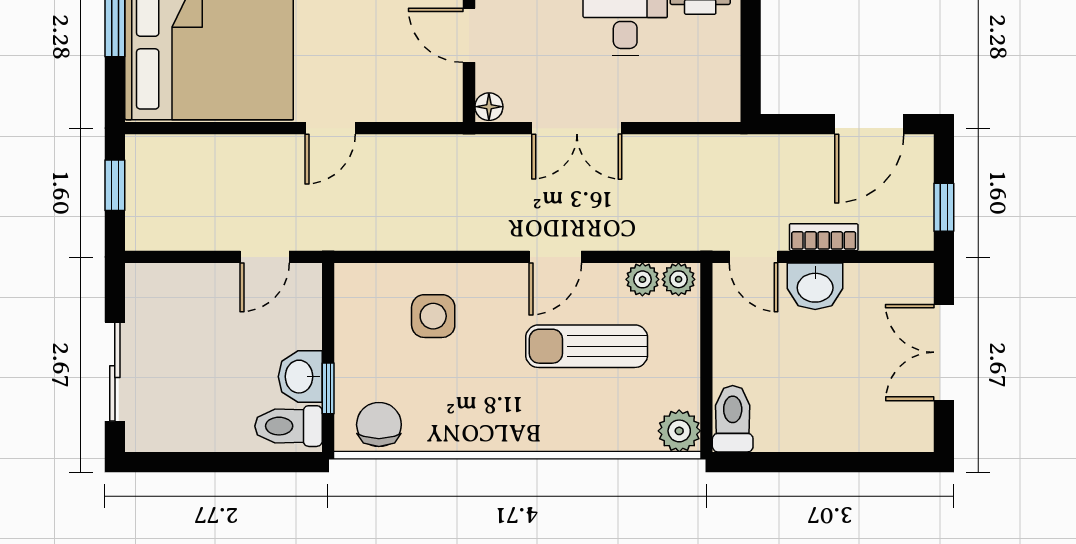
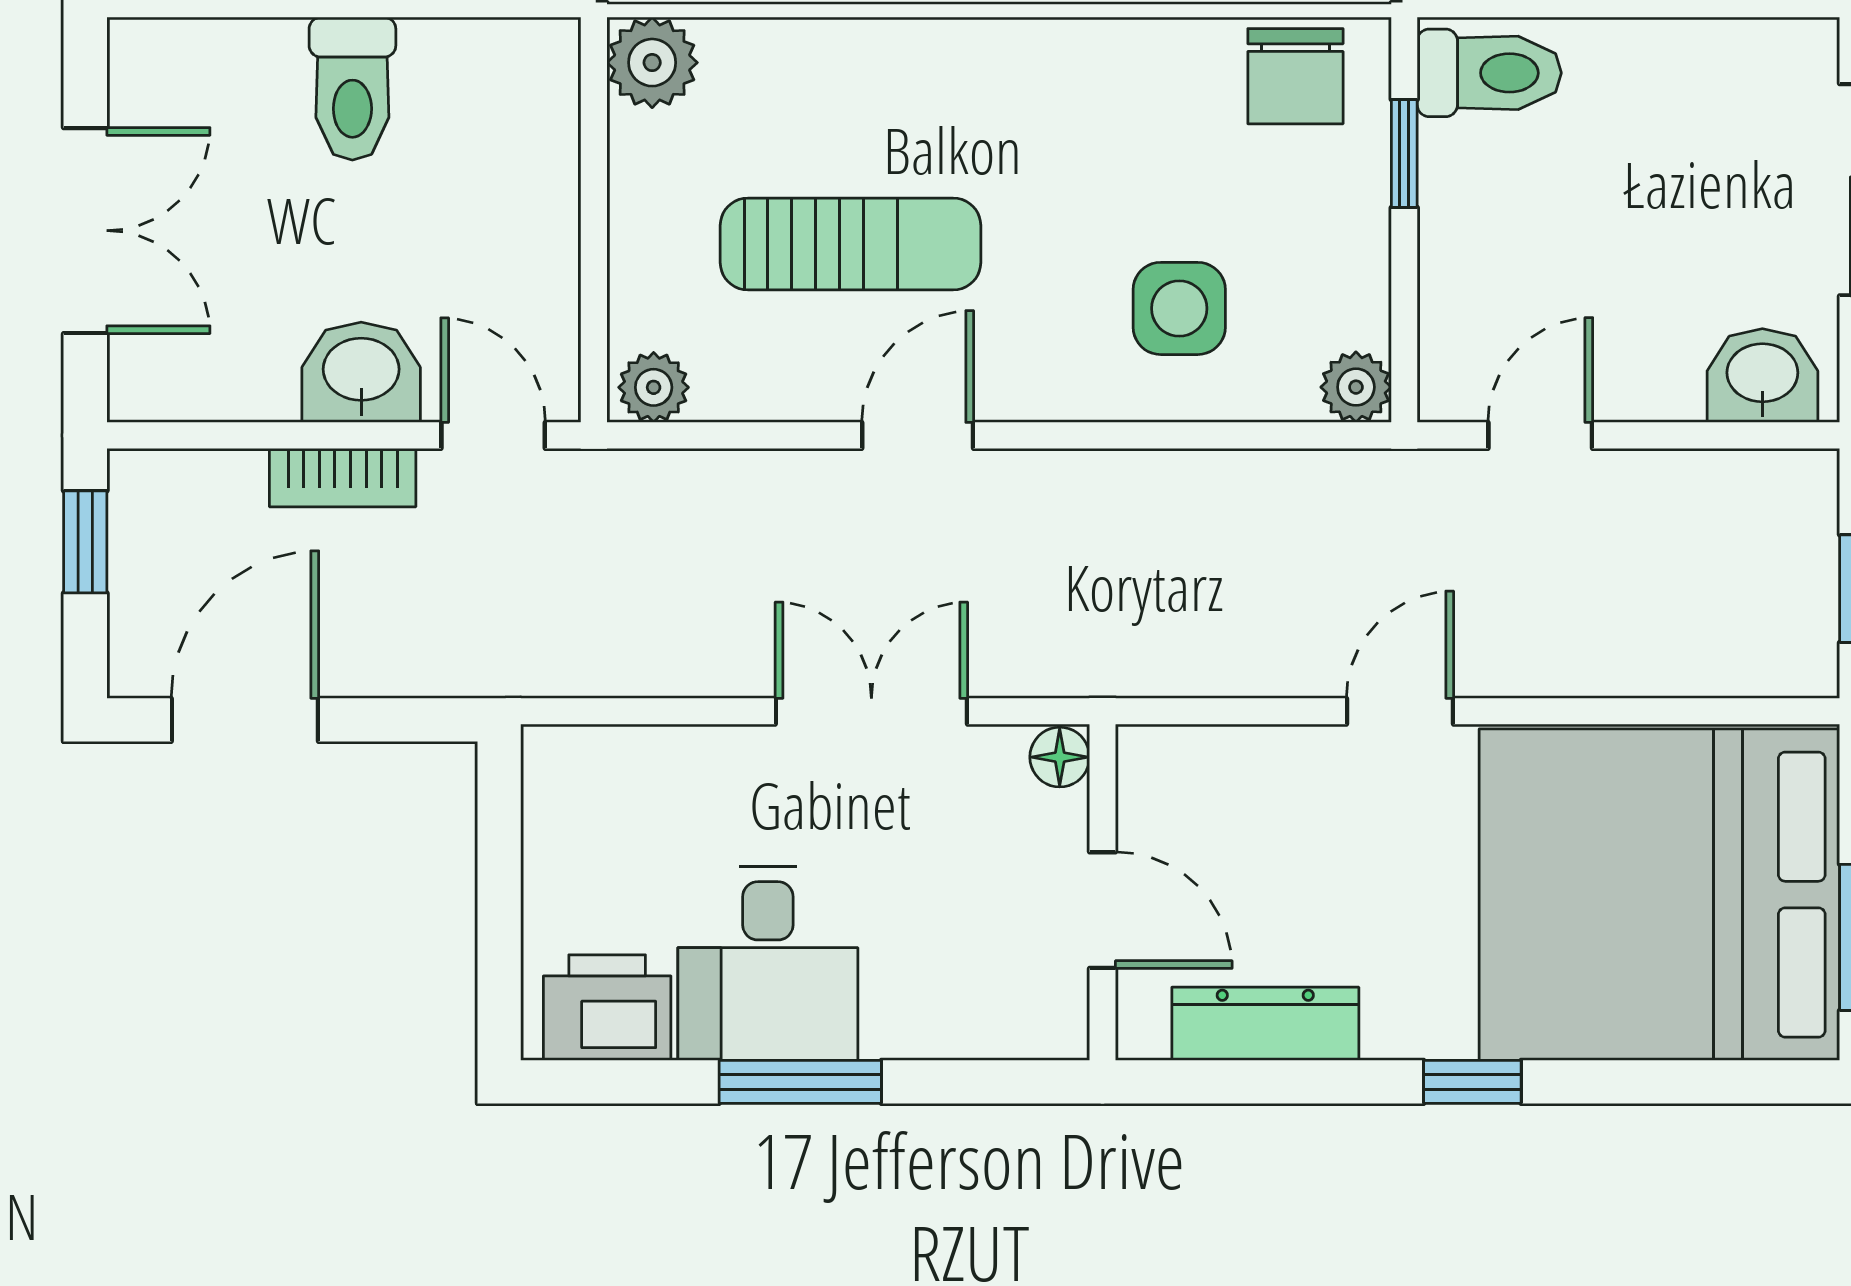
plant: (642, 279) -> (1356, 387), moved
washbasin: (300, 377) -> (1762, 376), moved, turned -90
toilet: (733, 419) -> (352, 89), moved

